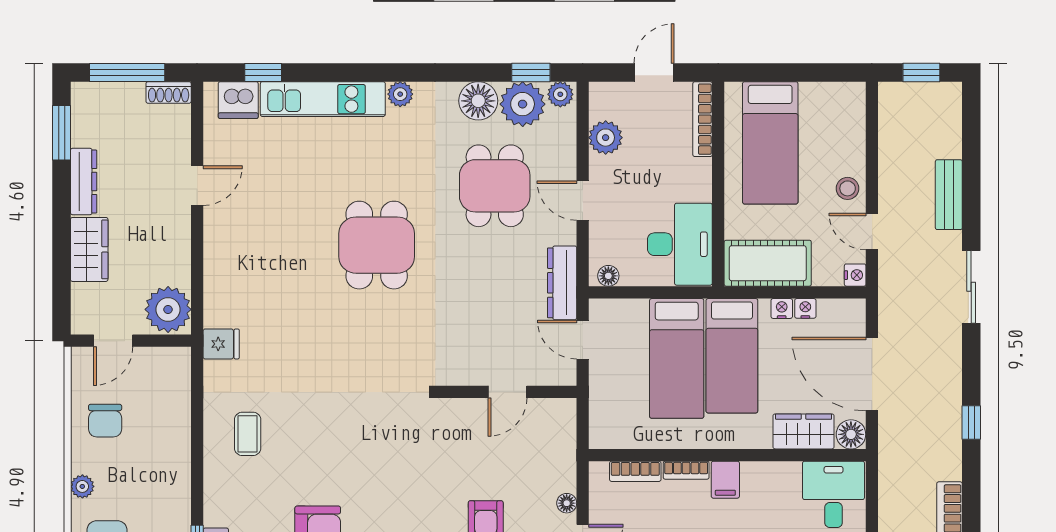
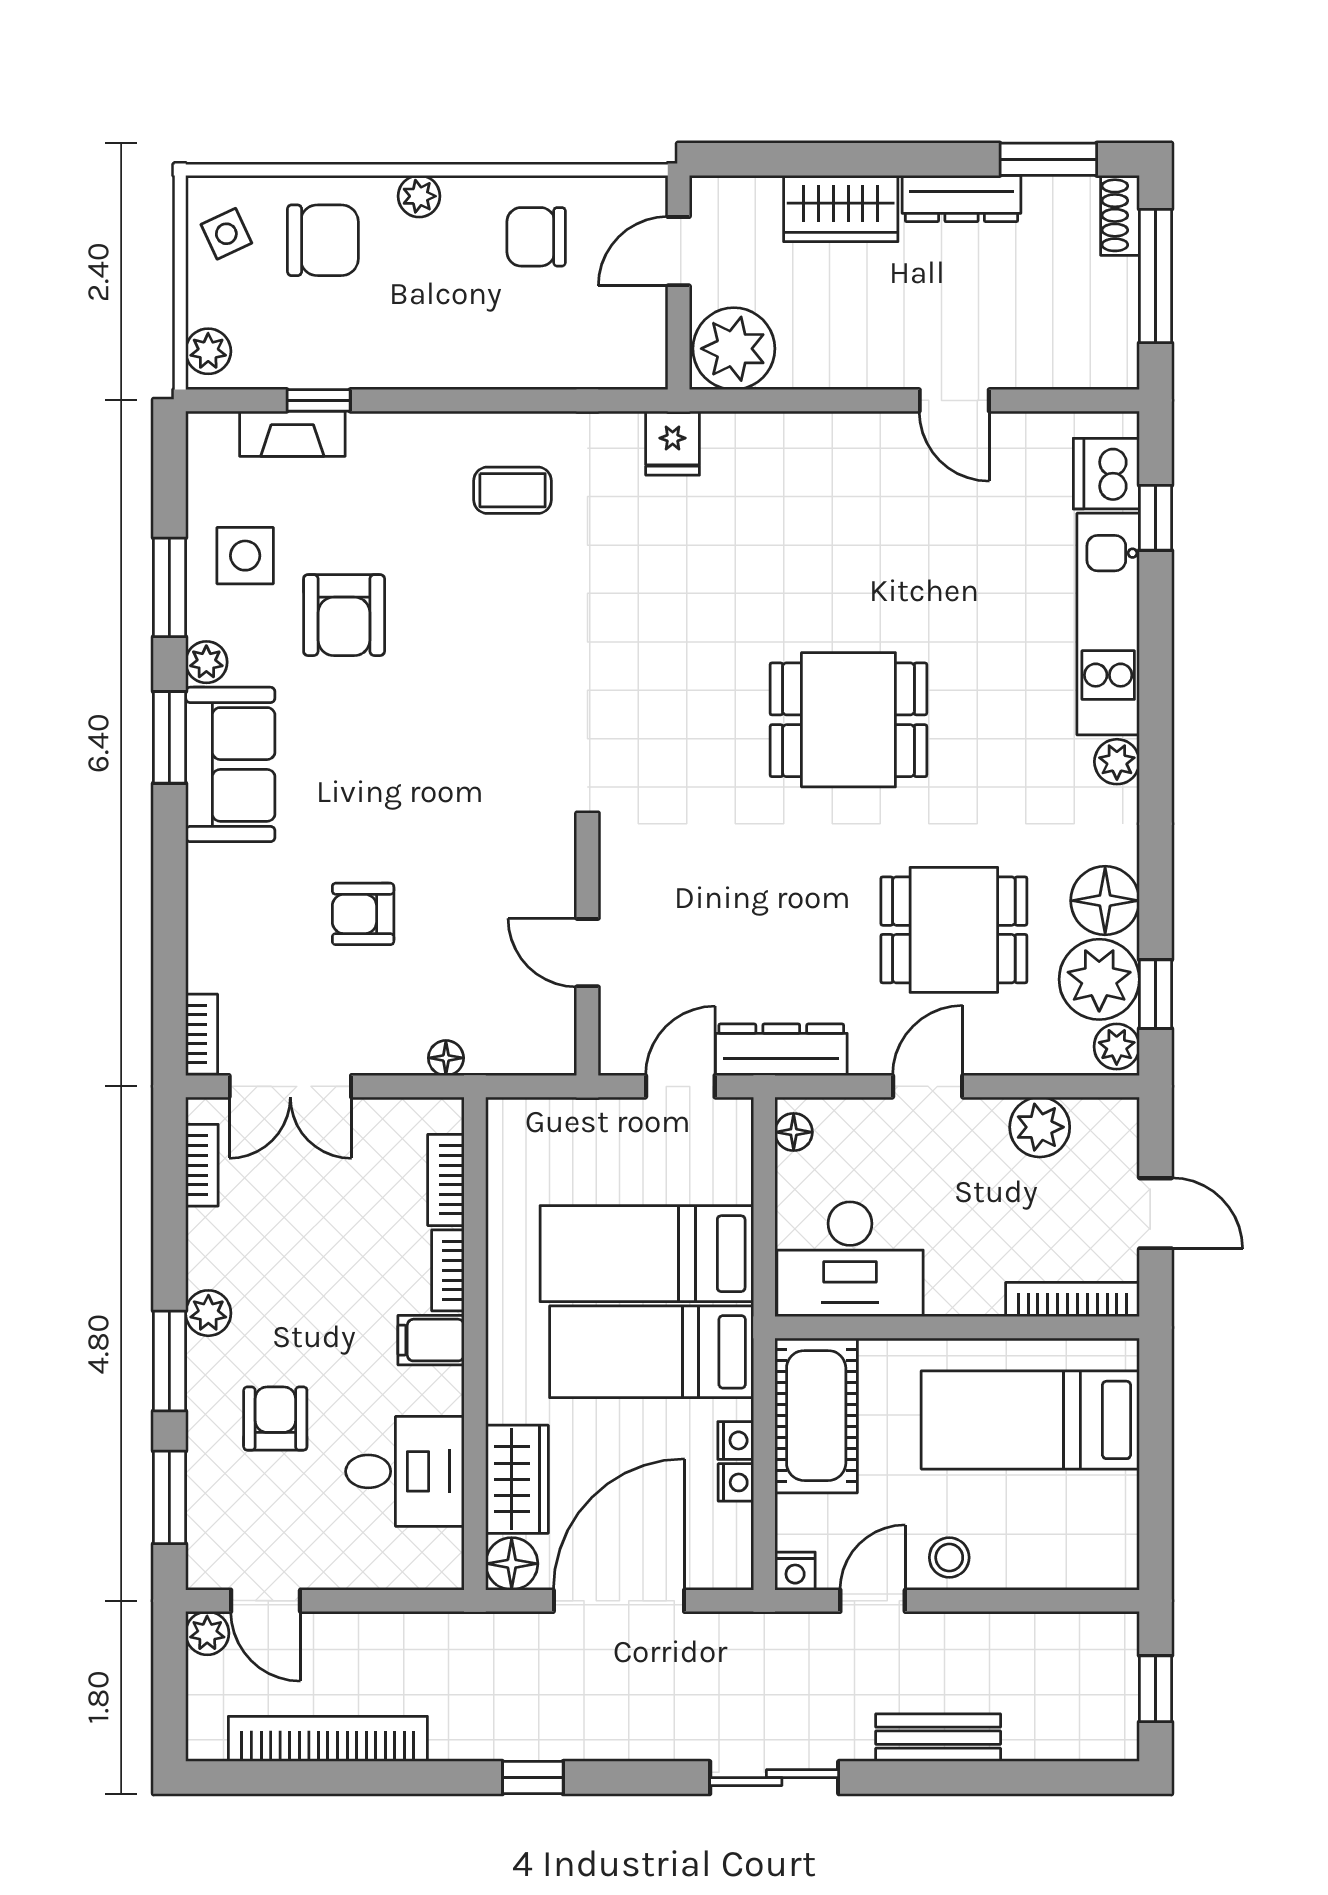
shoe rack: (169, 92) -> (1120, 215), moved
door: (113, 341) -> (679, 251), hinge flipped
desk: (834, 494) -> (405, 1471), moved
floor lamp: (567, 503) -> (446, 1058), moved

